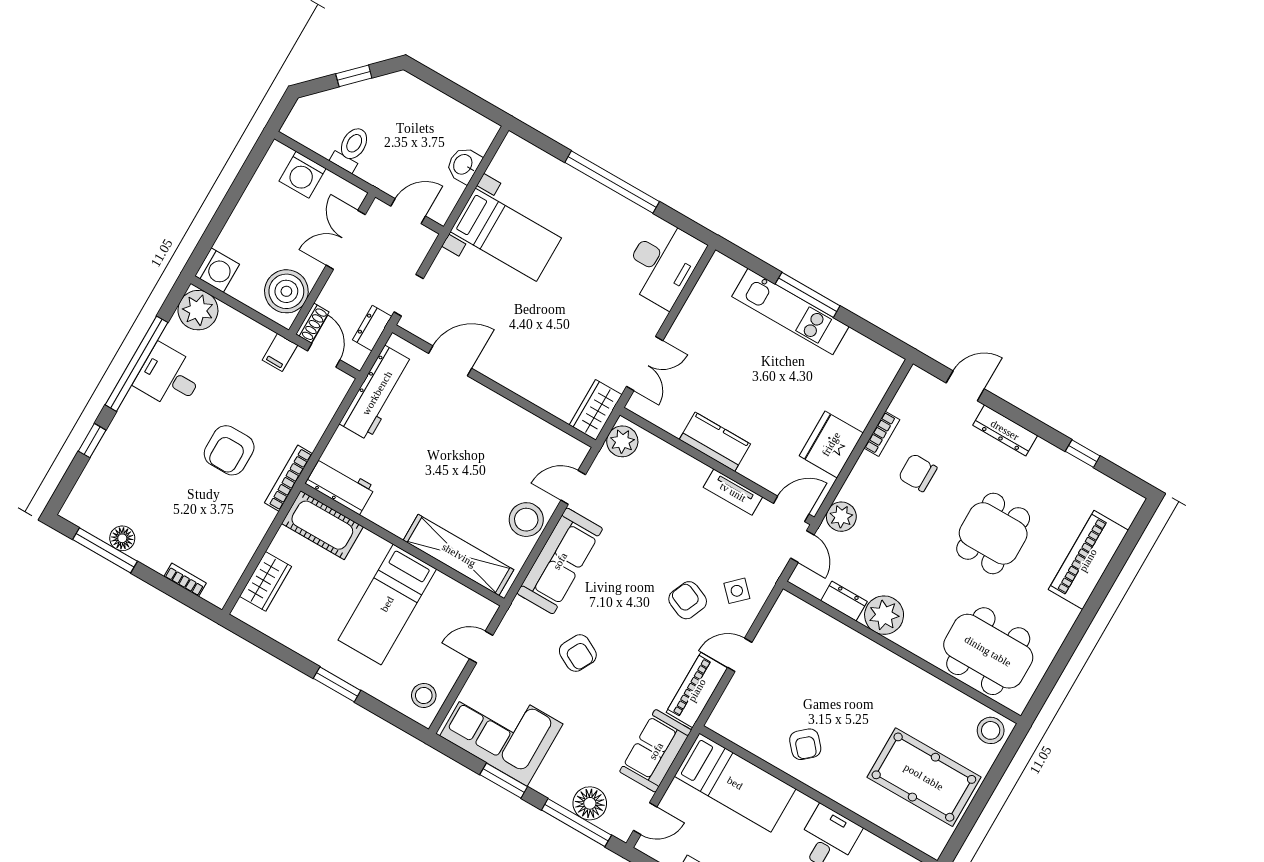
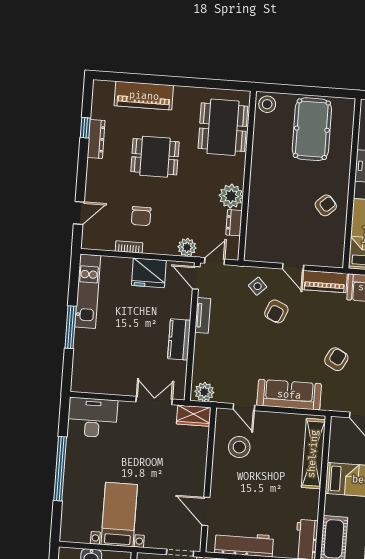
kitchen unit: (790, 312) -> (88, 291), moved
door: (965, 386) -> (79, 213), swing flipped
dresser: (1005, 430) -> (96, 139), moved
stool: (526, 520) -> (239, 447), moved

